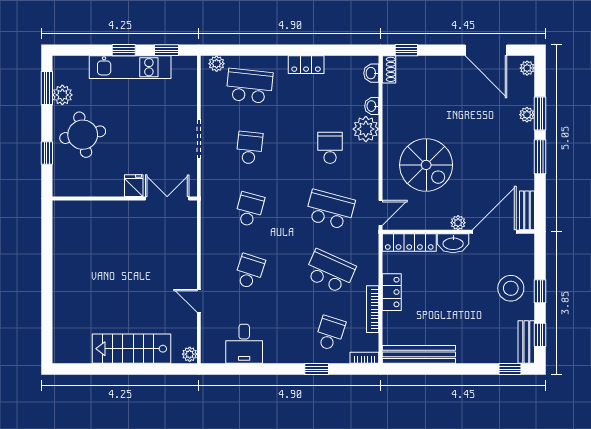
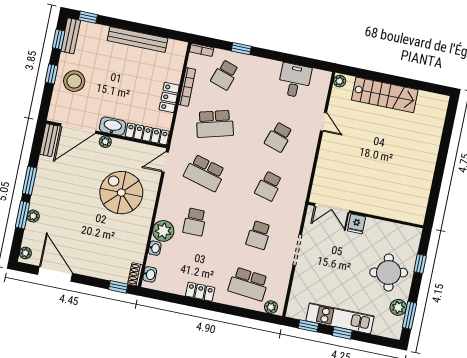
school desk: (330, 271) -> (215, 124), turned -39
bench: (419, 354) -> (137, 39), moved

